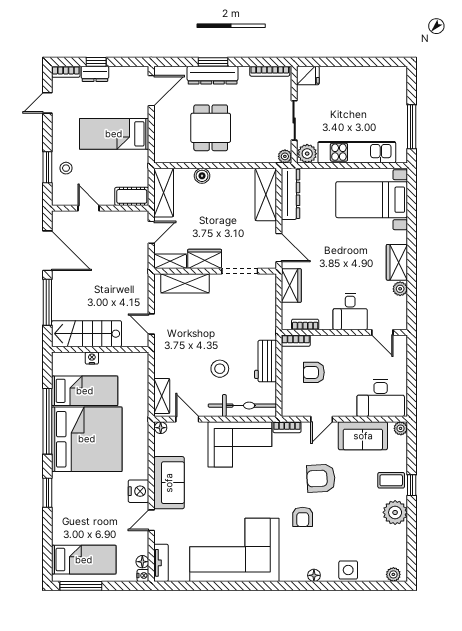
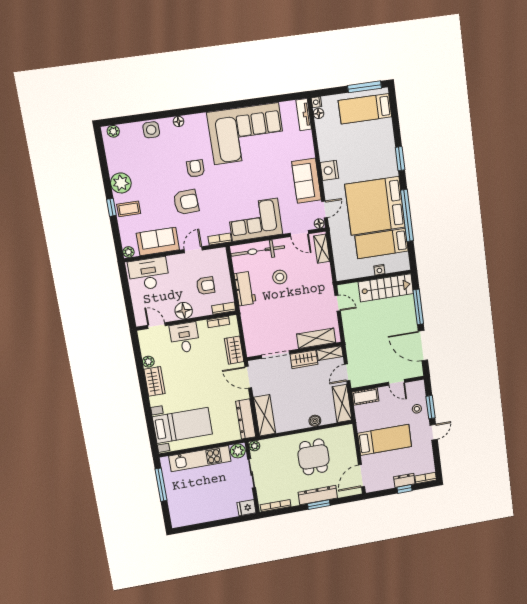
door: (47, 103) -> (434, 432), moved
floor lamp: (346, 346) -> (184, 311), added
door: (151, 520) -> (325, 209), moved

